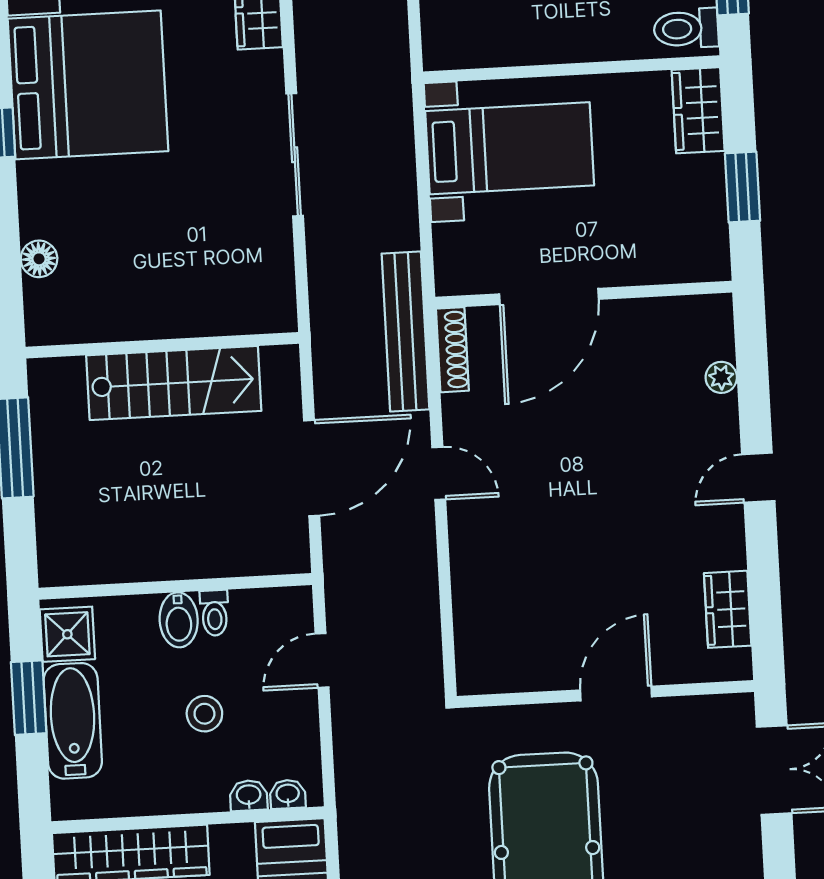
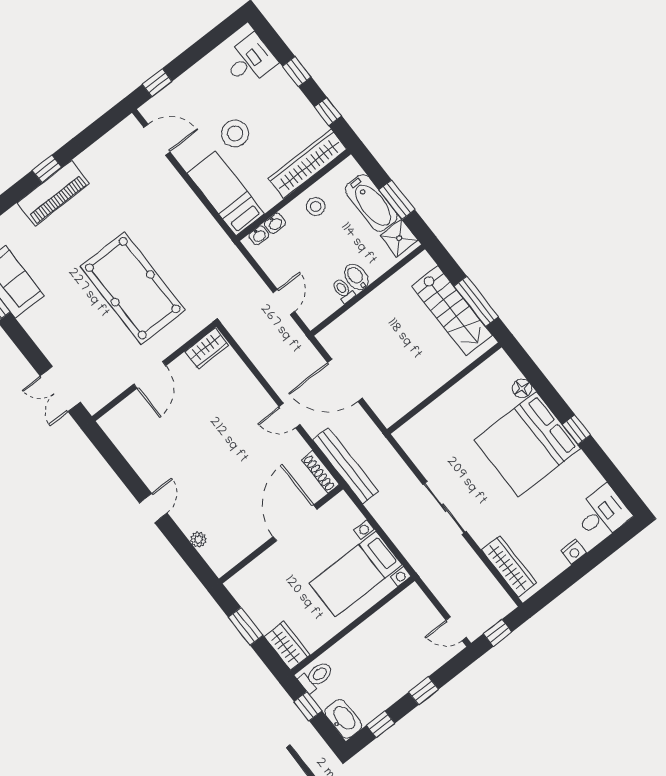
bed: (88, 85) -> (527, 444), moved
stairs: (174, 383) -> (452, 311), moved, turned -90
door: (312, 468) -> (345, 380), hinge flipped
wardrobe: (728, 609) -> (207, 349), moved, turned 90
stool: (204, 714) -> (316, 206), moved

